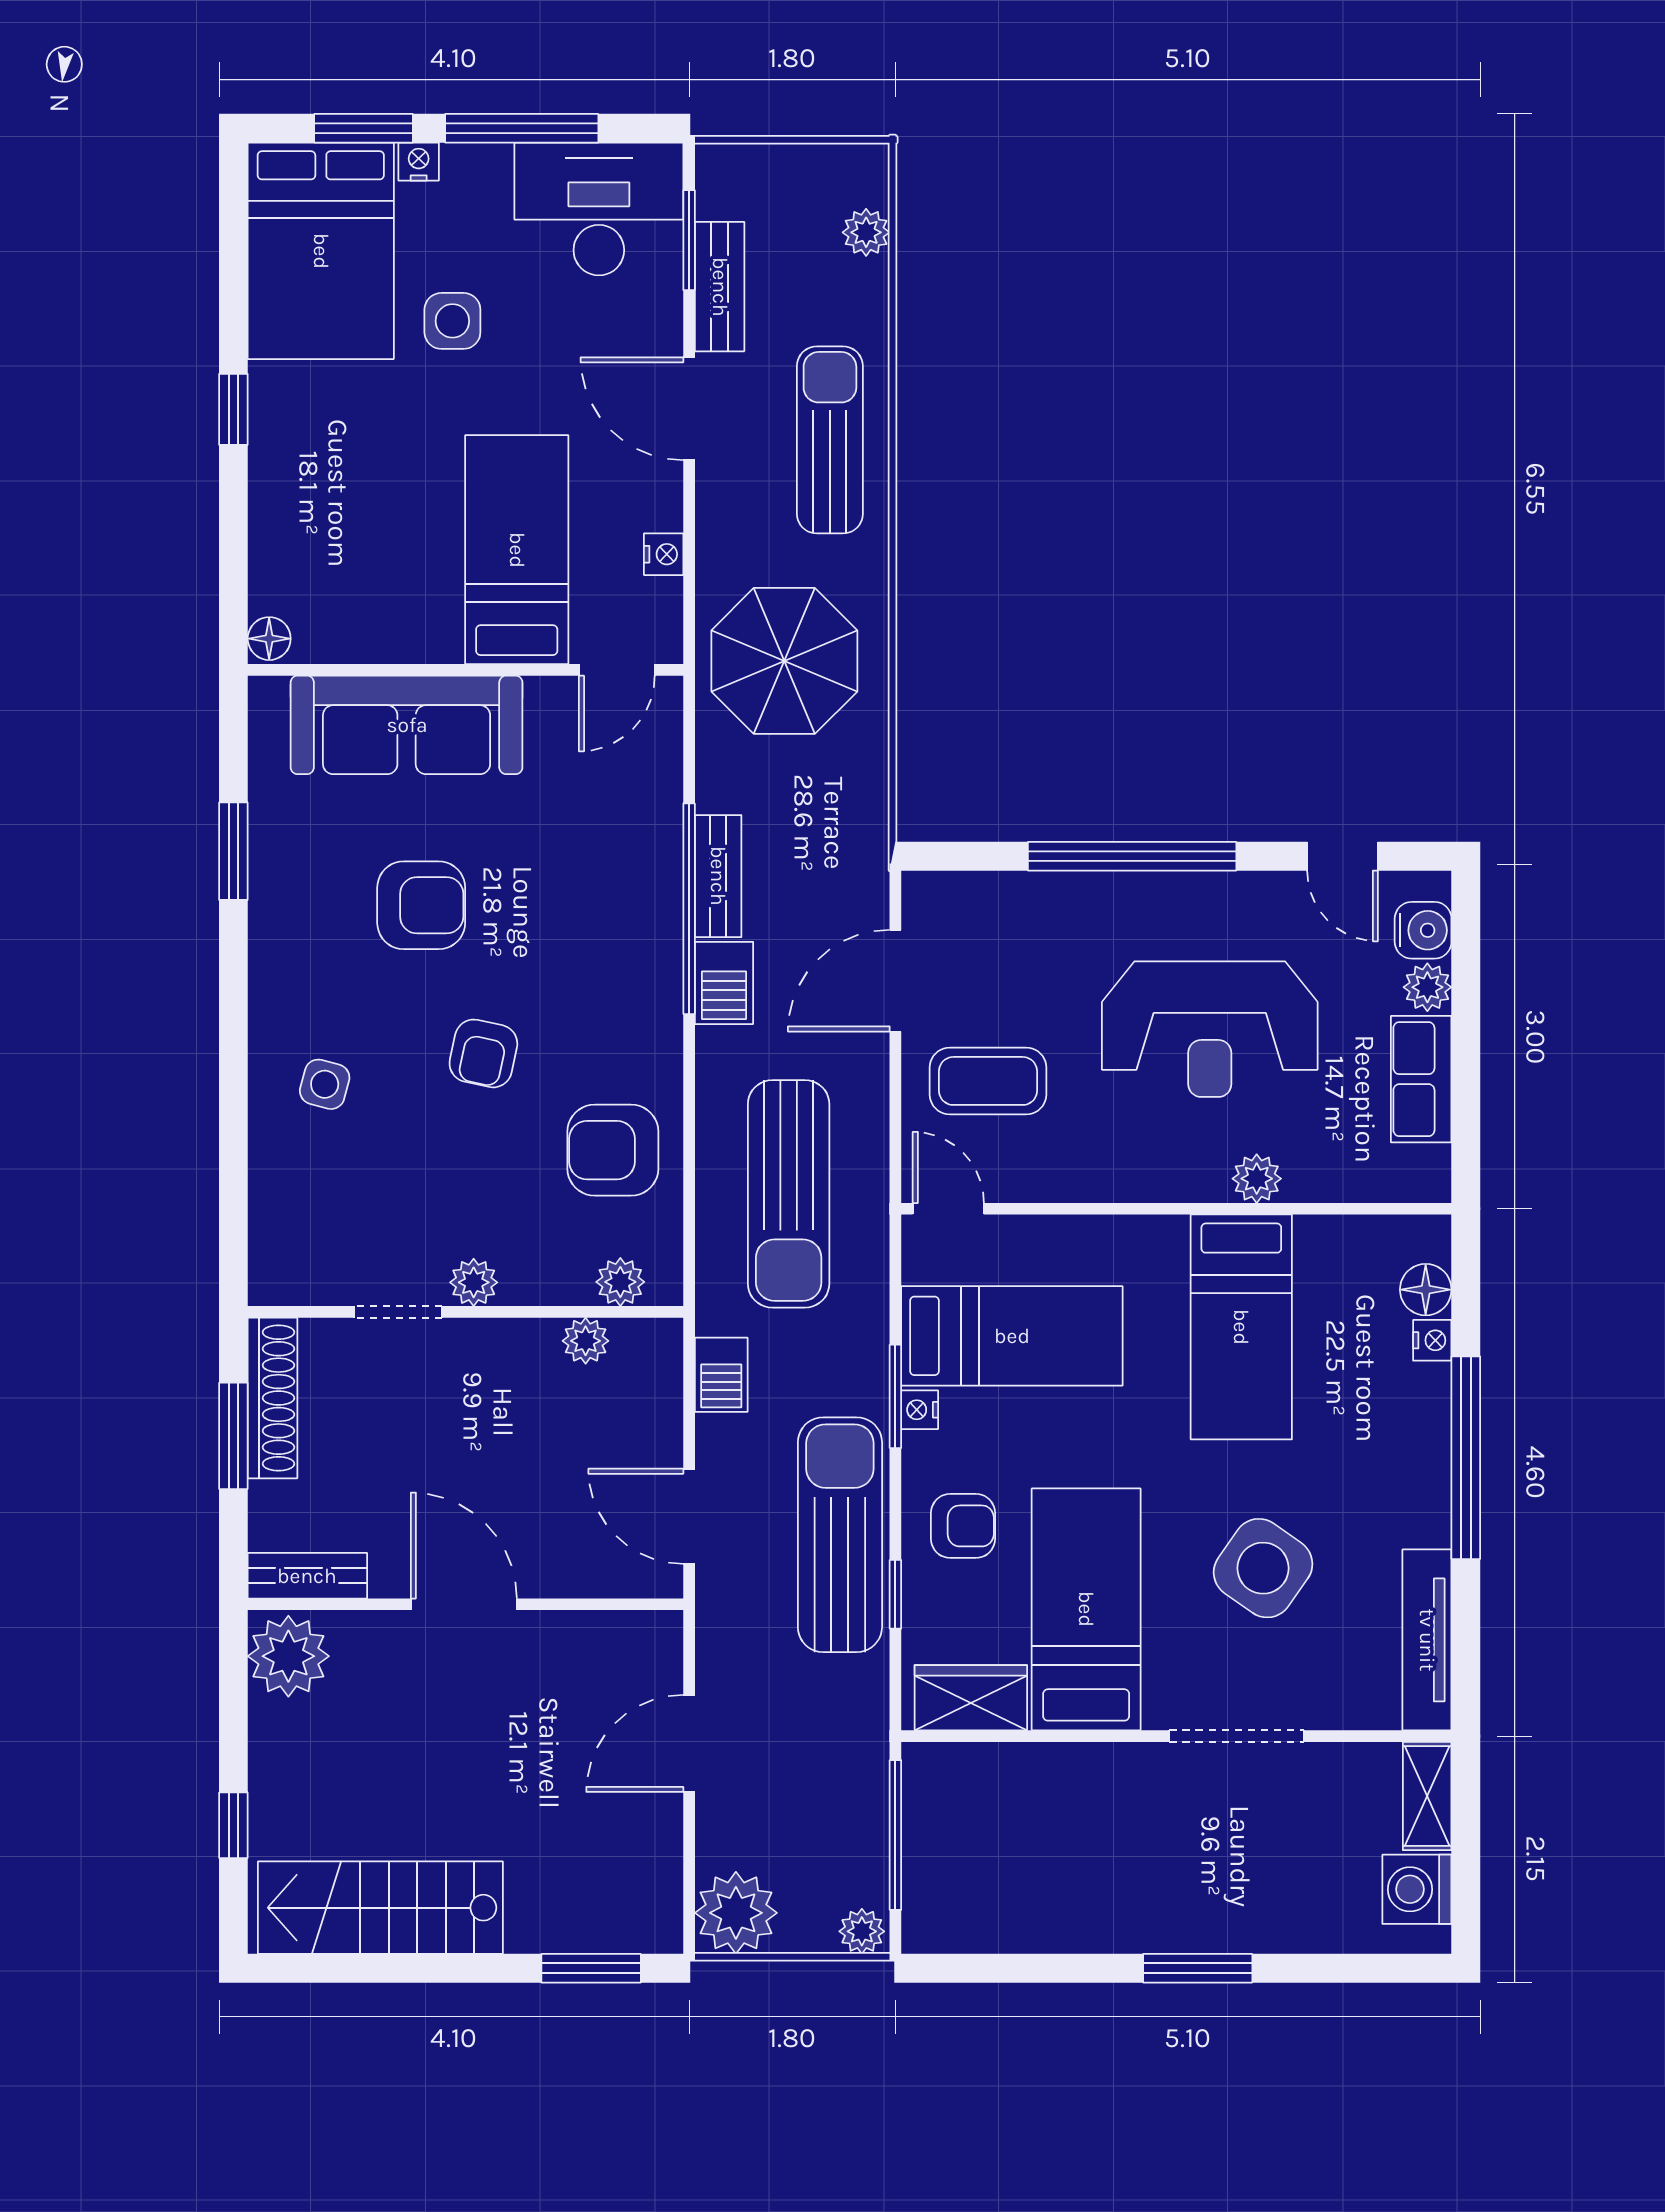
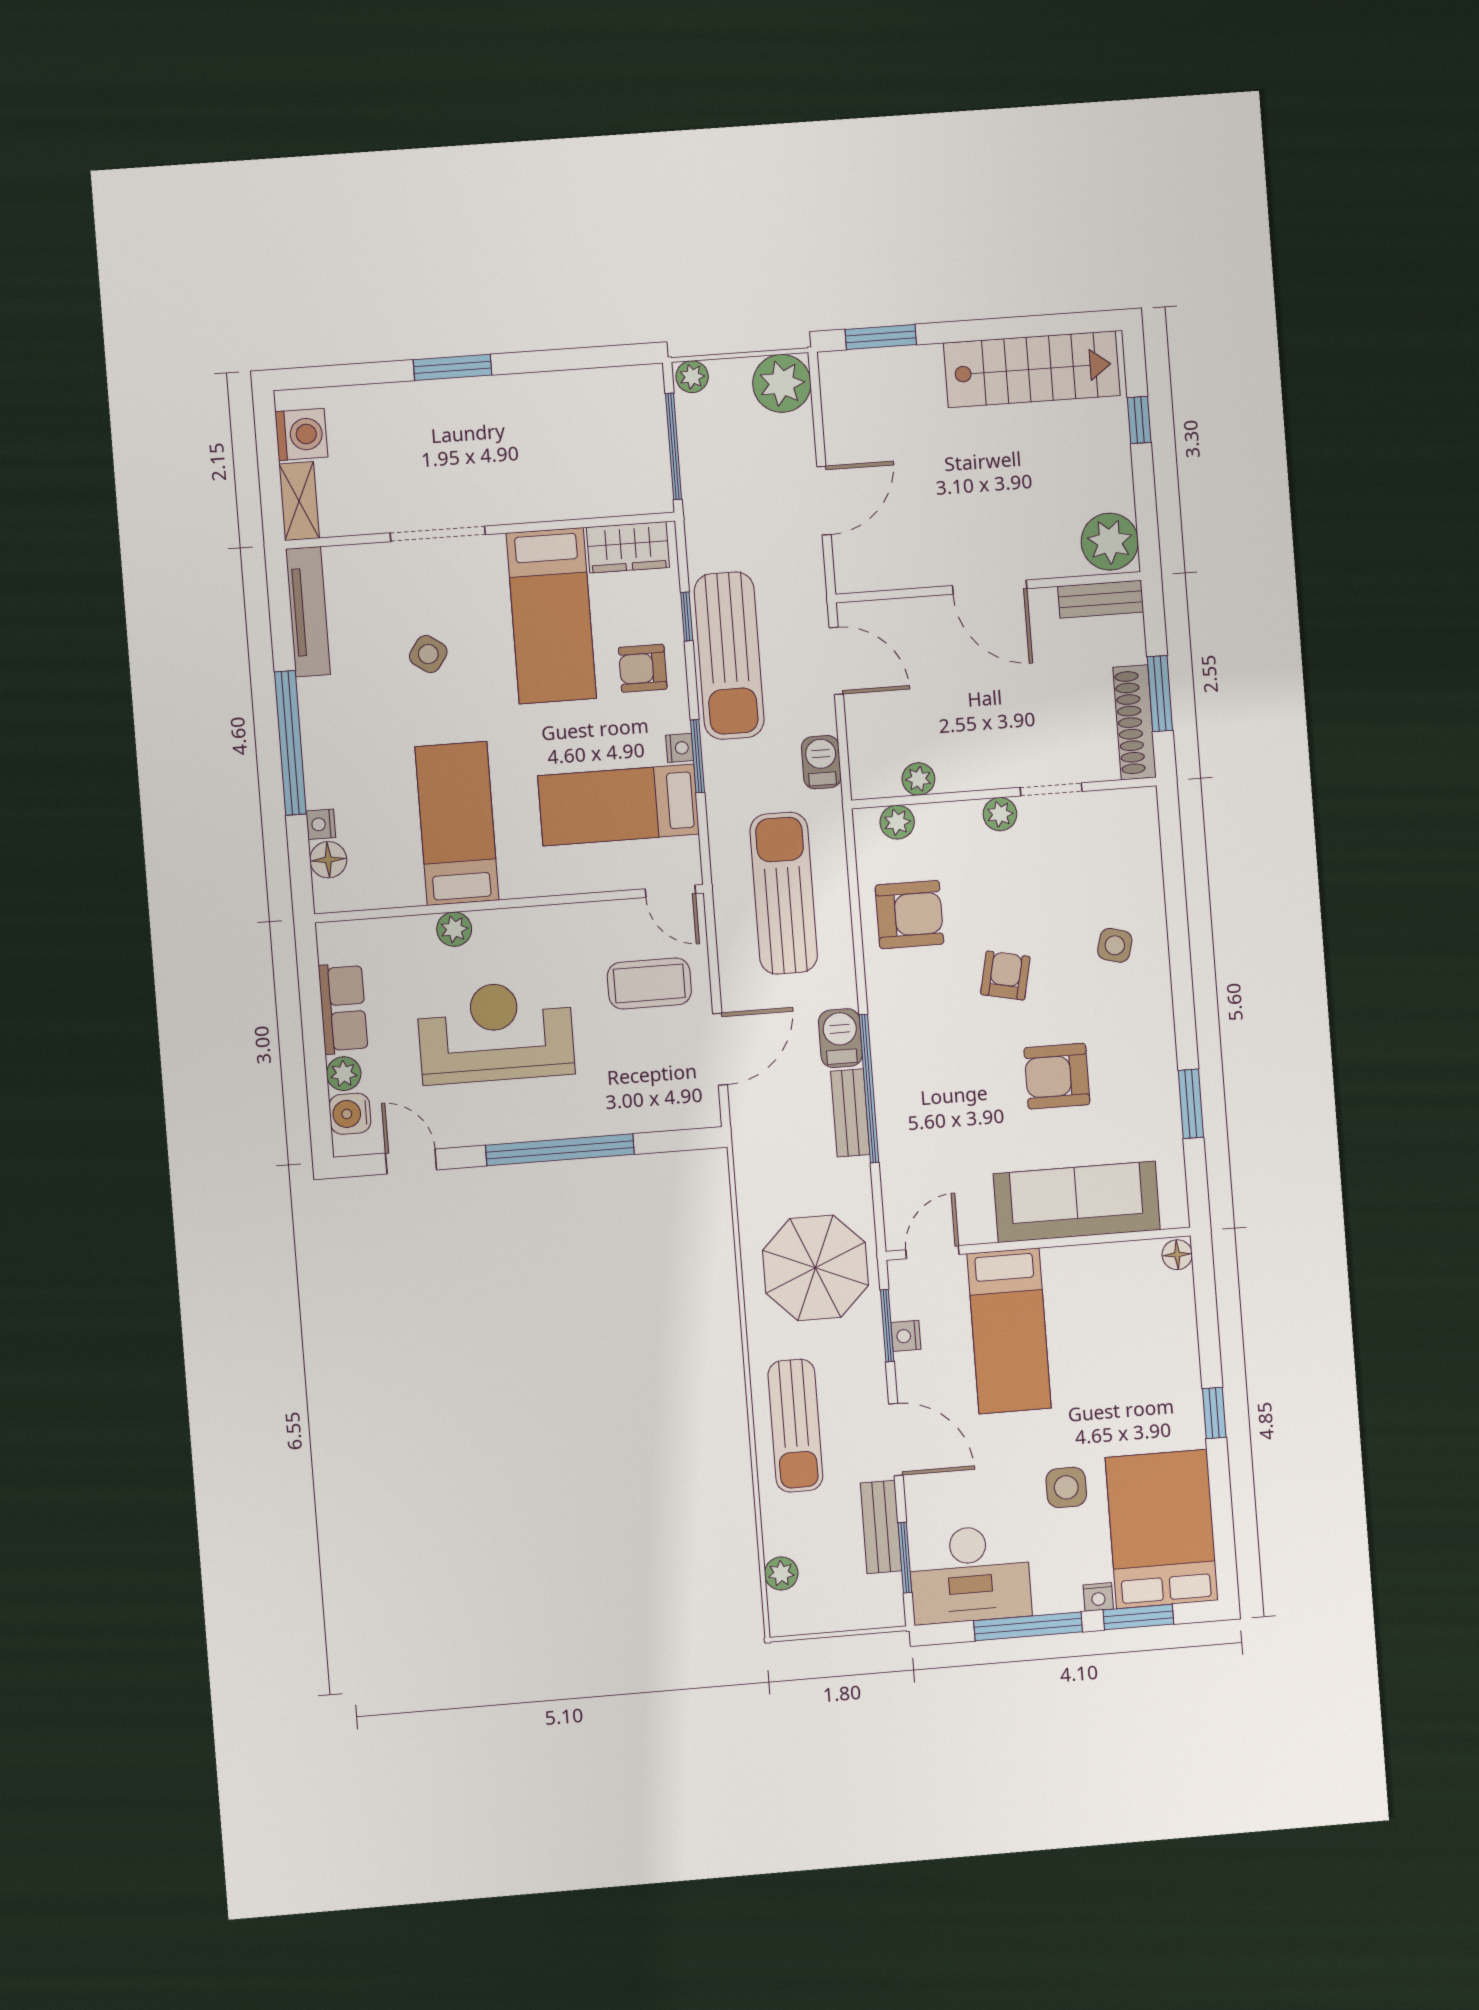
window: (689, 571) -> (887, 1326), added
side table: (1263, 1568) -> (428, 654), width x0.54, depth x0.54

